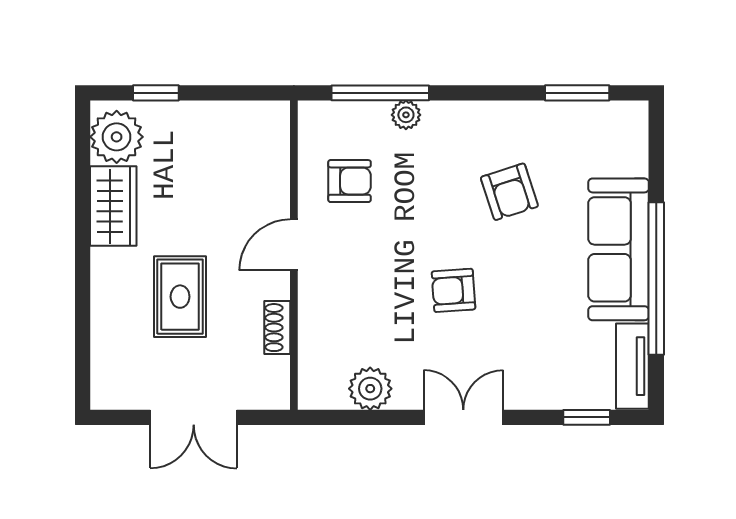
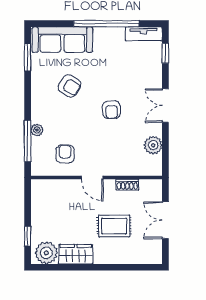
armchair: (509, 192) -> (70, 86), turned 48
sofa: (619, 249) -> (62, 40), moved
double door: (194, 417) -> (165, 220), swing flipped

